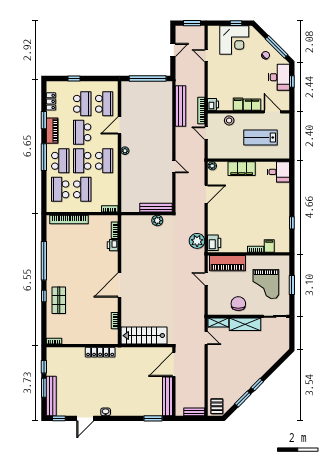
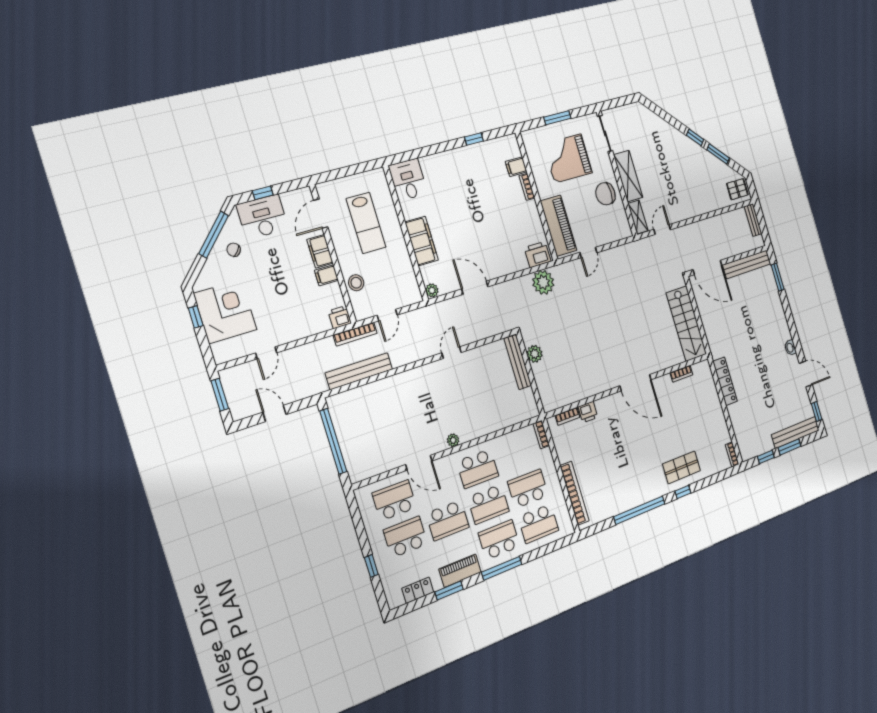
school desk: (104, 161) -> (478, 469), turned 180
grand piano: (266, 284) -> (568, 158), turned 180

